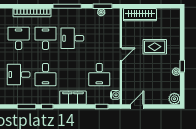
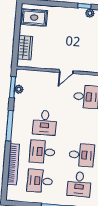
wardrobe: (140, 15) -> (25, 47), width x0.67
rug: (155, 47) -> (34, 18), moved, turned 90
door: (121, 54) -> (66, 72), swing flipped

